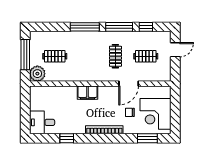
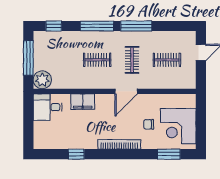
window: (146, 27) -> (54, 26), moved
clothes rail: (55, 56) -> (97, 60), moved
door: (129, 84) -> (126, 91), moved
filing cabinet: (88, 93) -> (83, 102), moved
desk: (42, 122) -> (48, 107), moved

